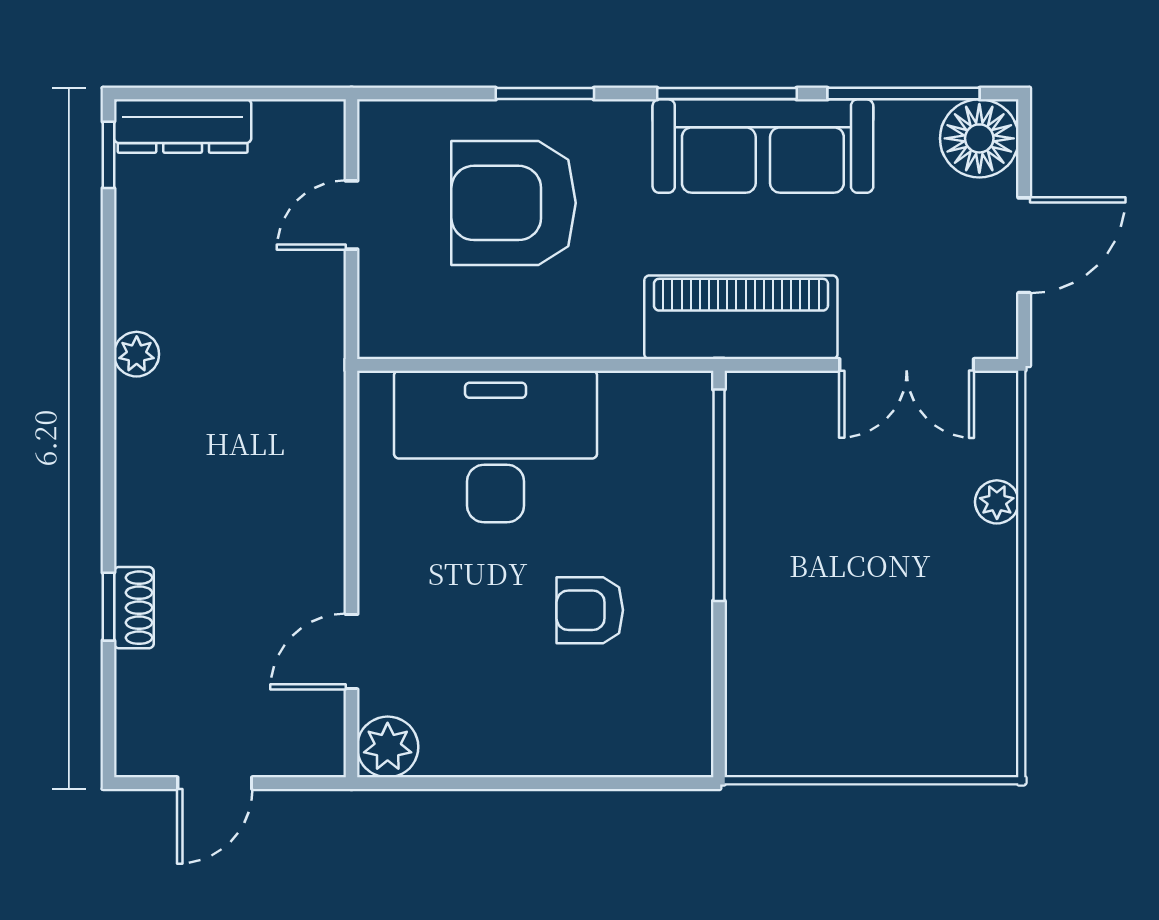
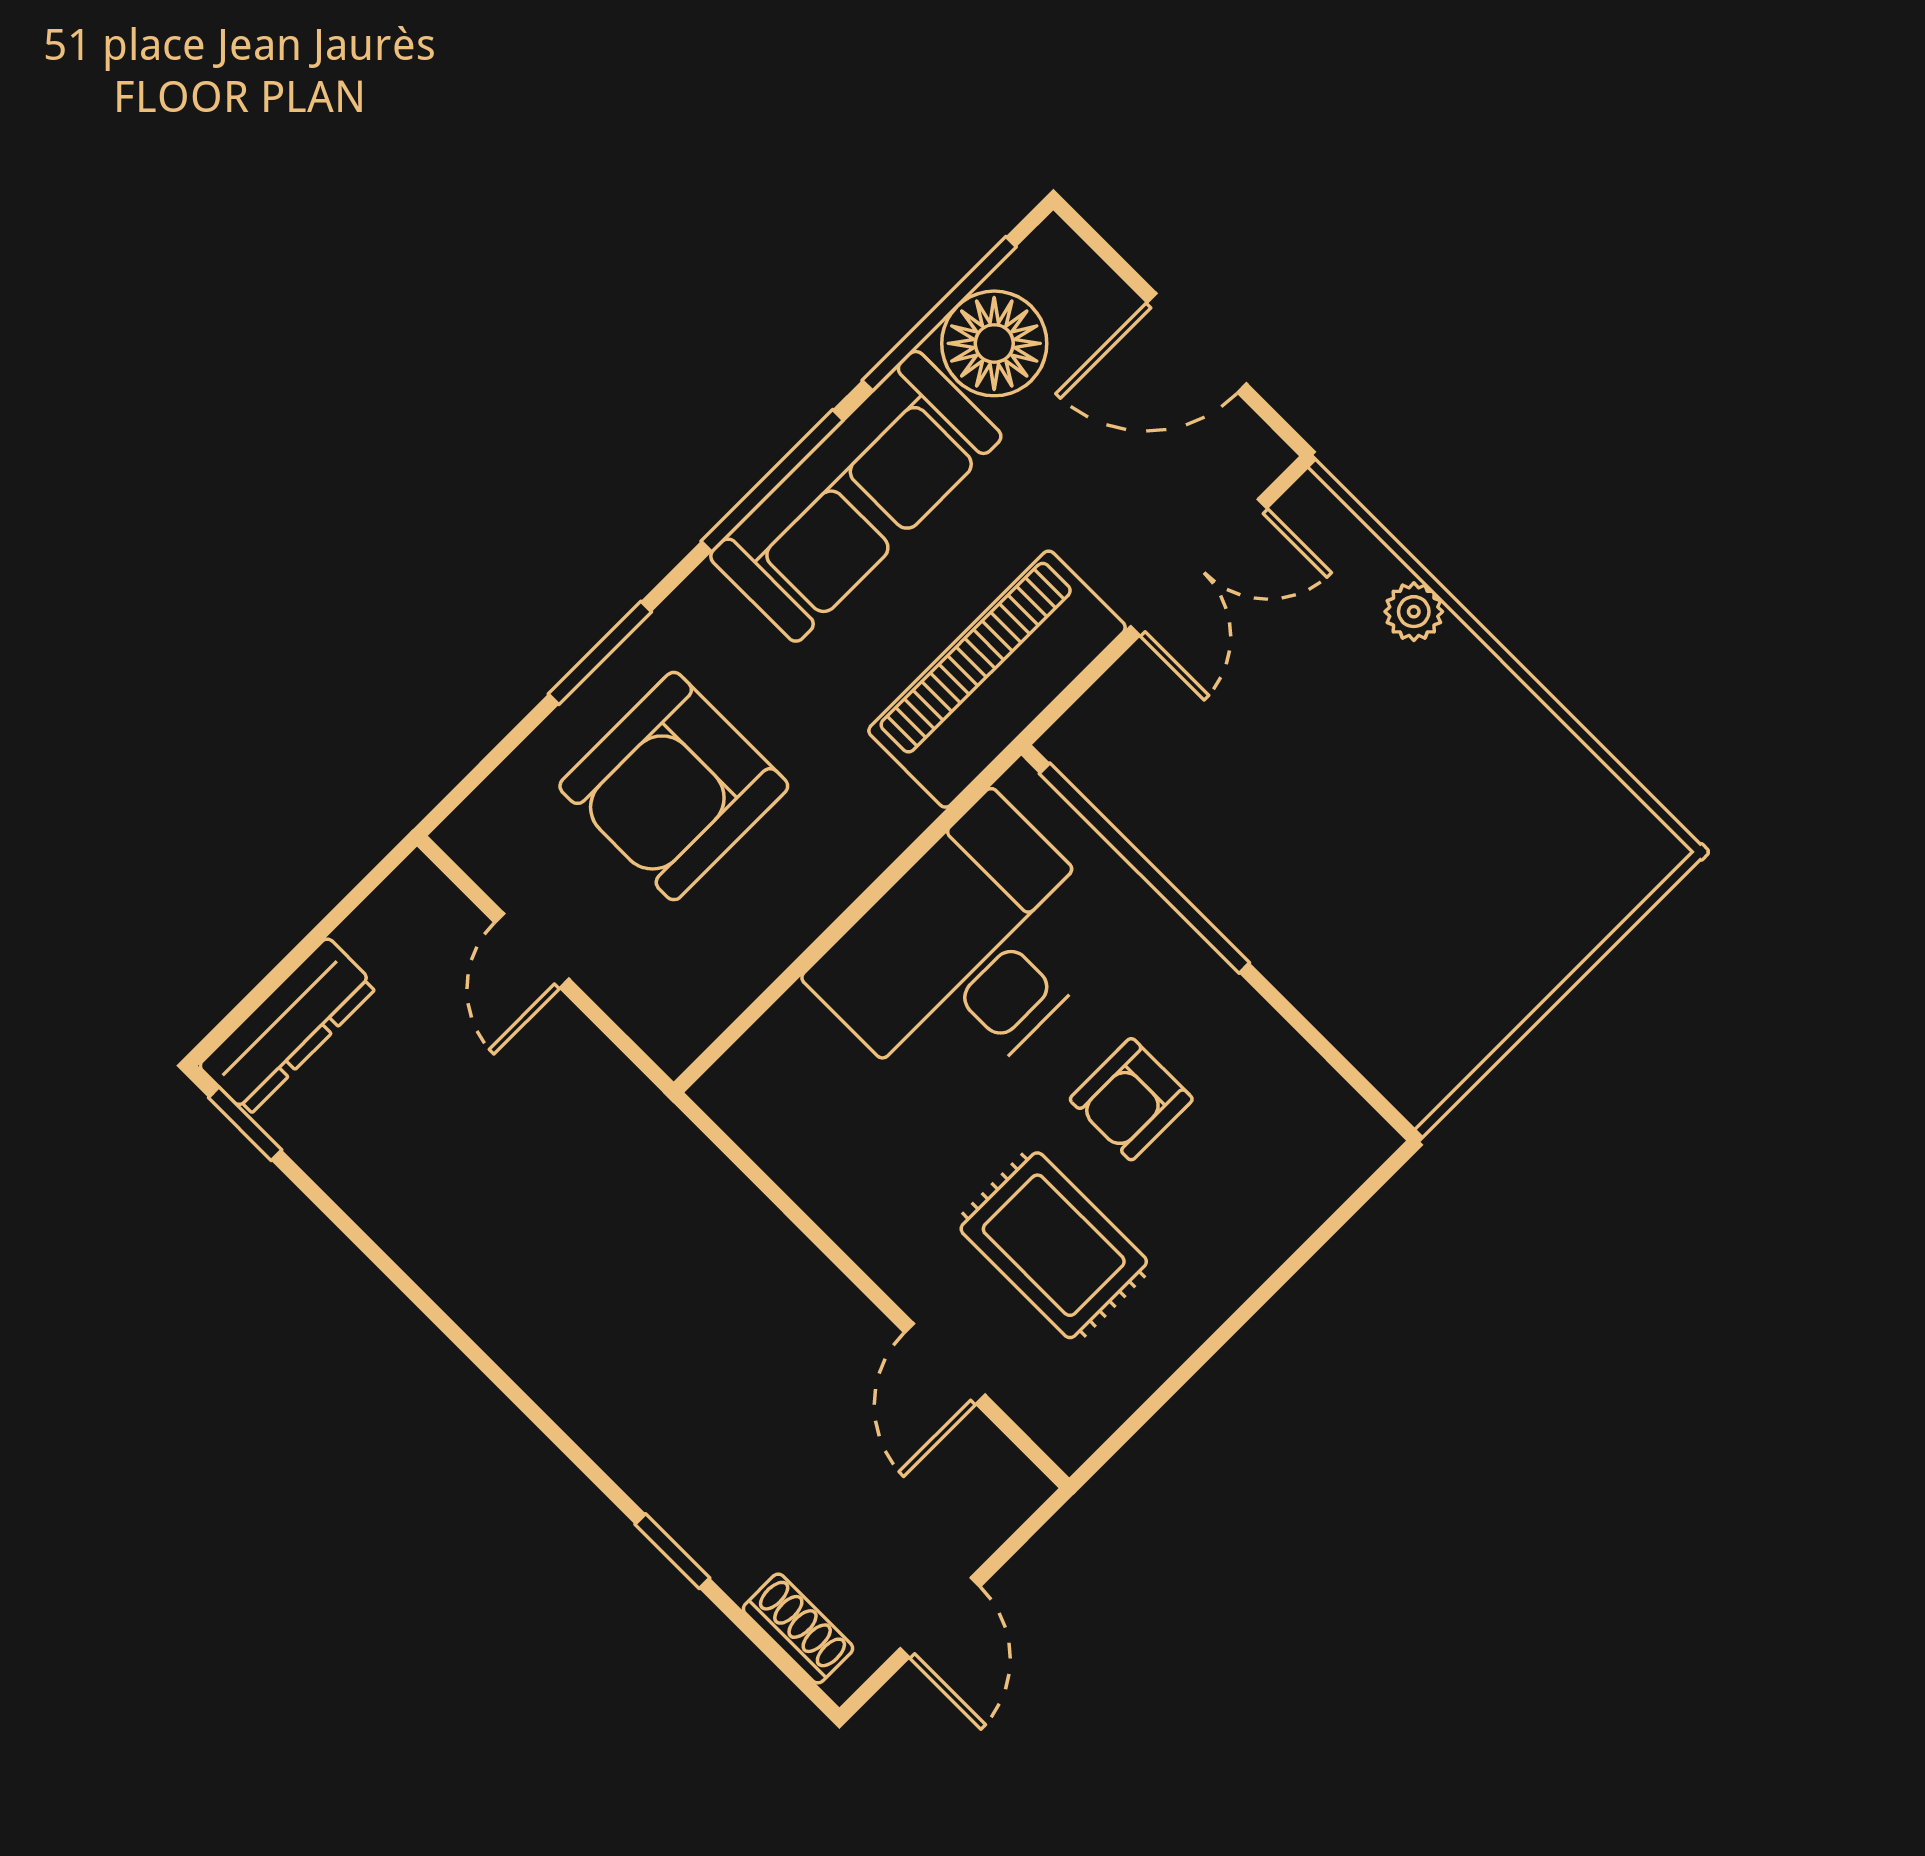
floor lamp: (979, 138) -> (994, 343), moved
door: (1024, 245) -> (1197, 343), swing flipped
plant: (137, 354) -> (460, 1286), removed
desk: (496, 446) -> (967, 954), moved
shoe rack: (134, 608) -> (798, 1629), moved
rug: (472, 646) -> (1054, 1245), added
plant: (388, 747) -> (1069, 1420), removed

